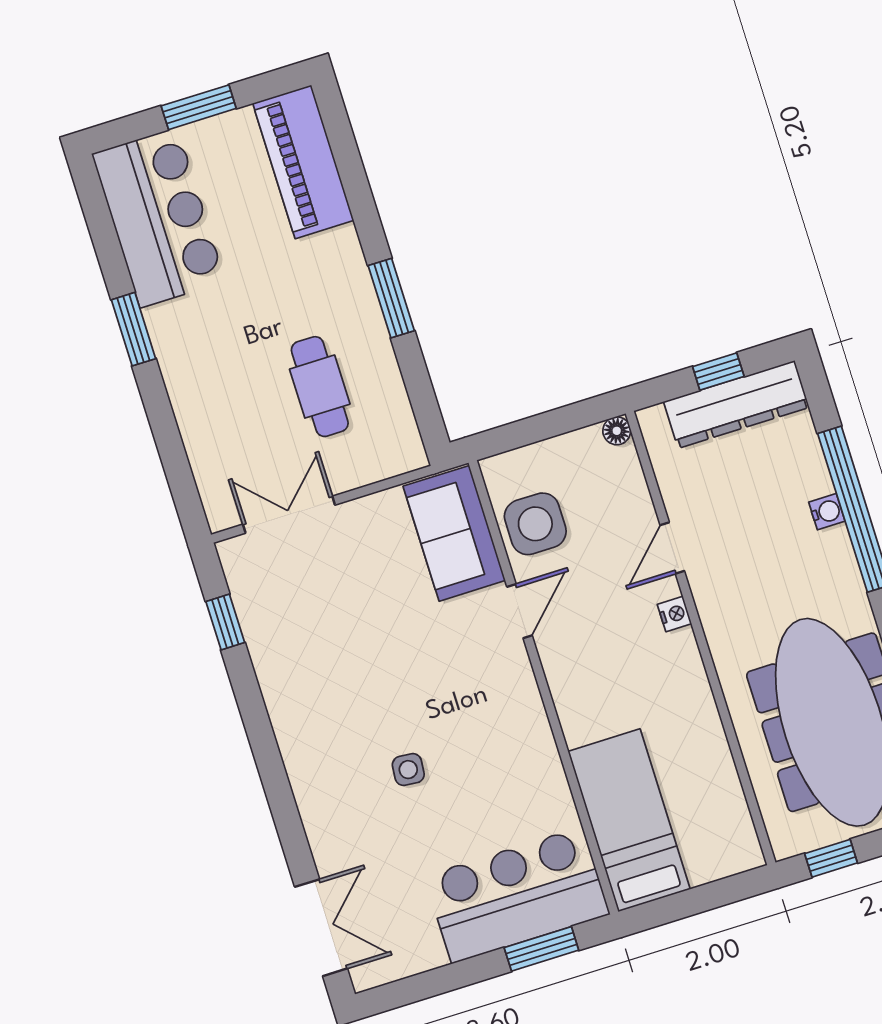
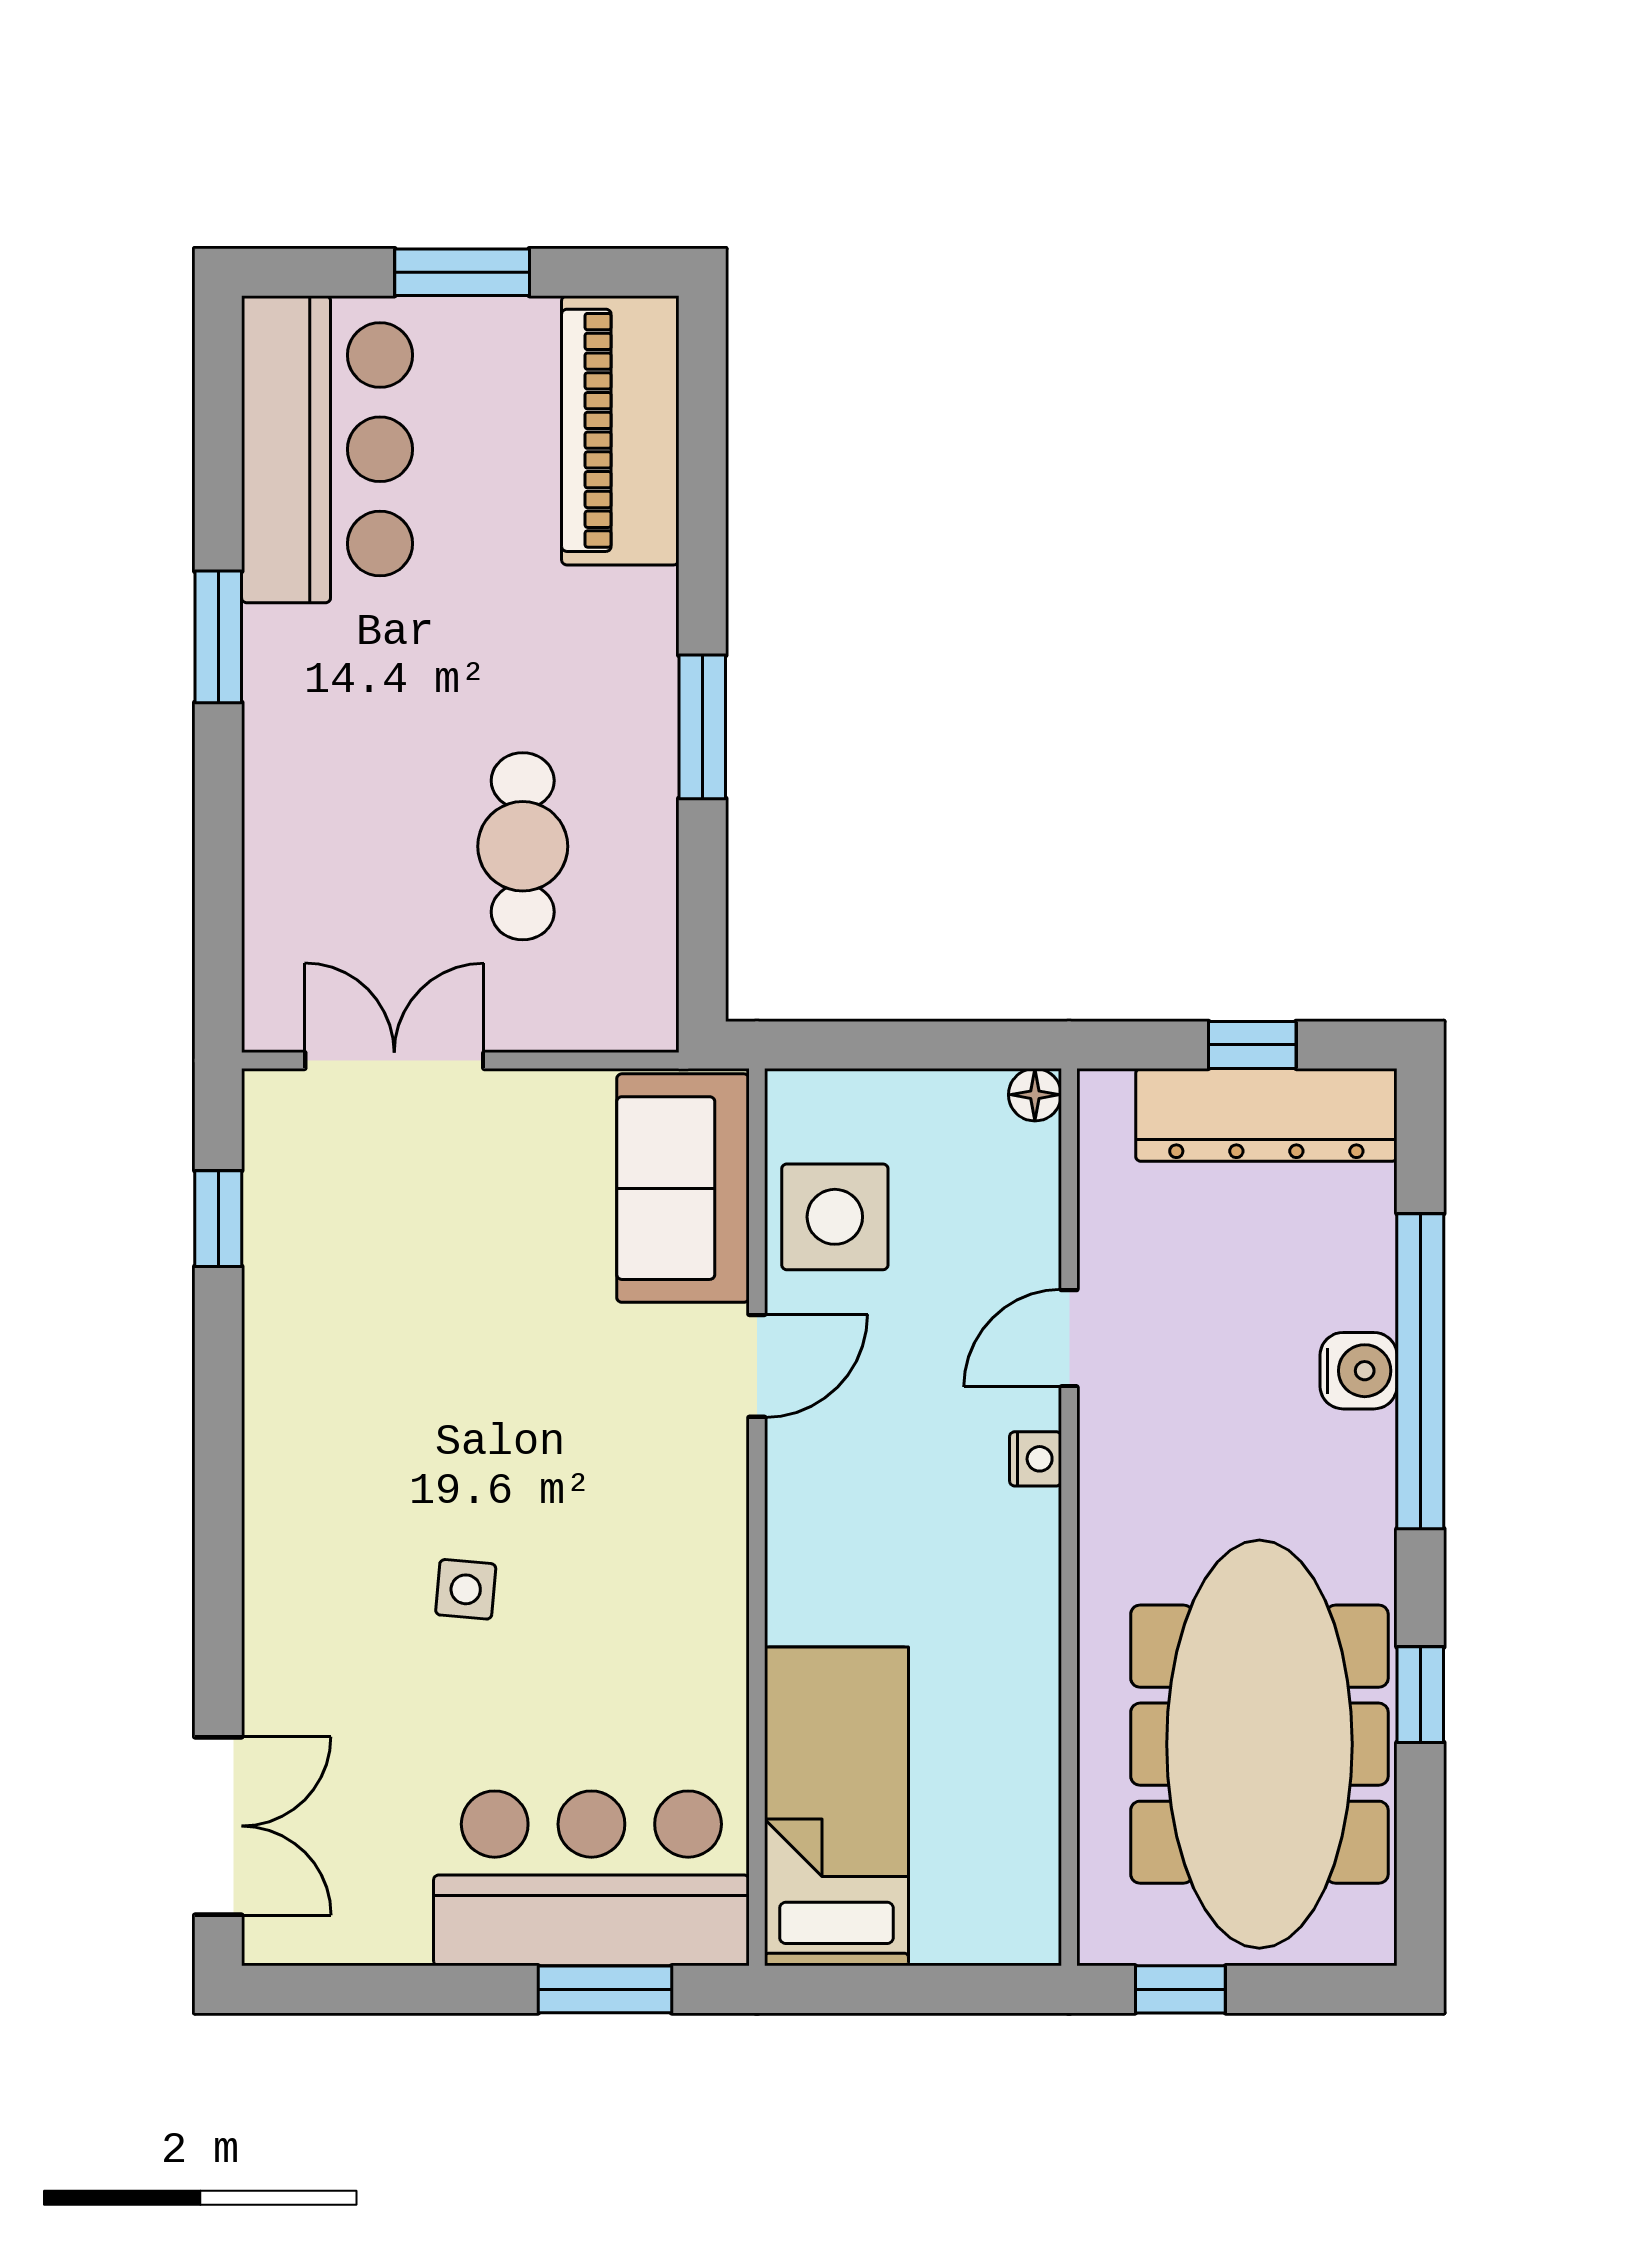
water cooler: (827, 512) -> (1359, 1371), width x1.38, depth x1.38

